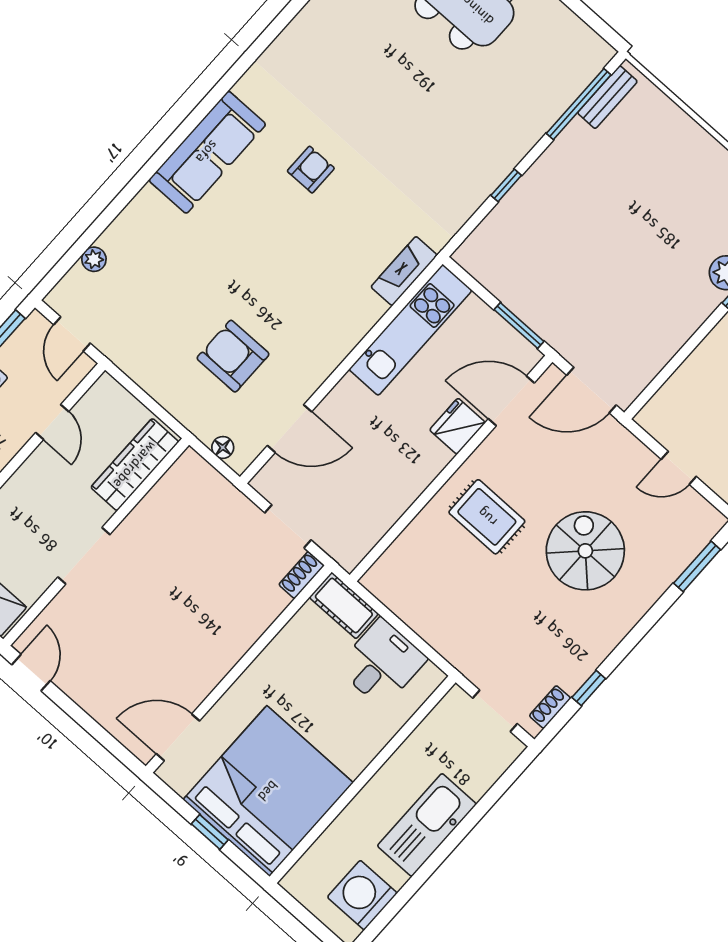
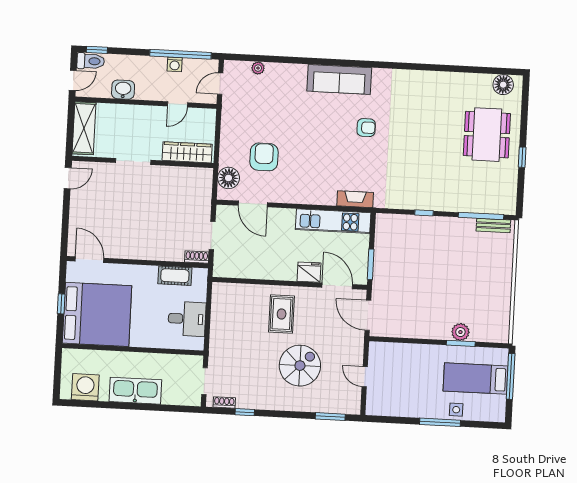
floor lamp: (223, 447) -> (229, 178), width x1.89, depth x1.89
cot: (344, 605) -> (175, 276), moved, turned 90

